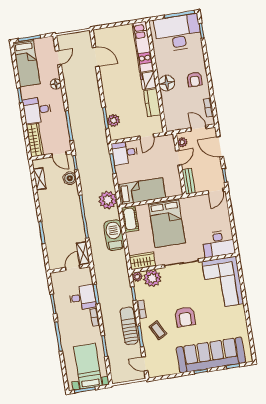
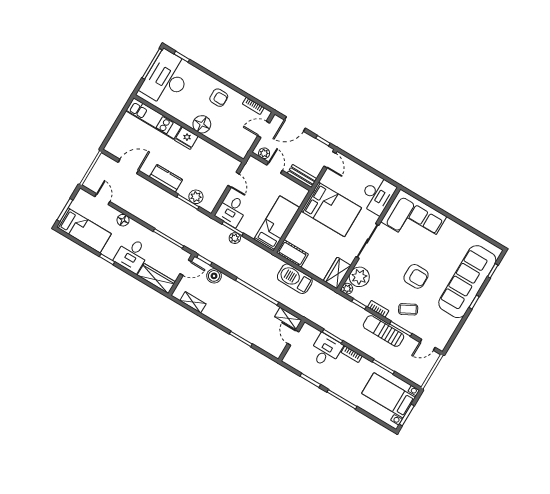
kitchen counter: (152, 103) -> (166, 178), moved, turned 180
plant: (108, 200) -> (235, 238), moved, width x0.53, depth x0.53
bed: (167, 223) -> (331, 209), moved

